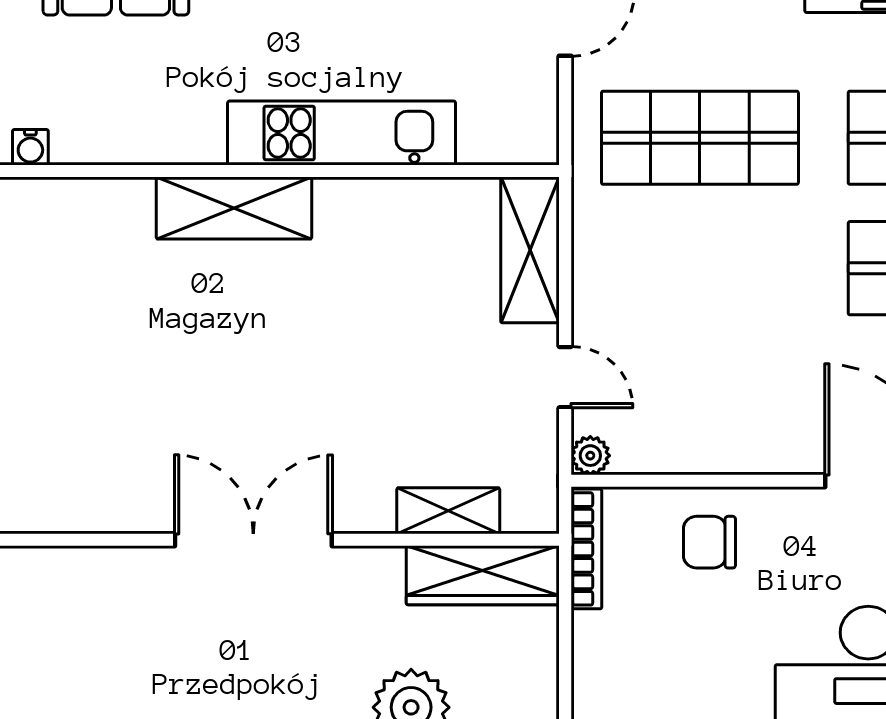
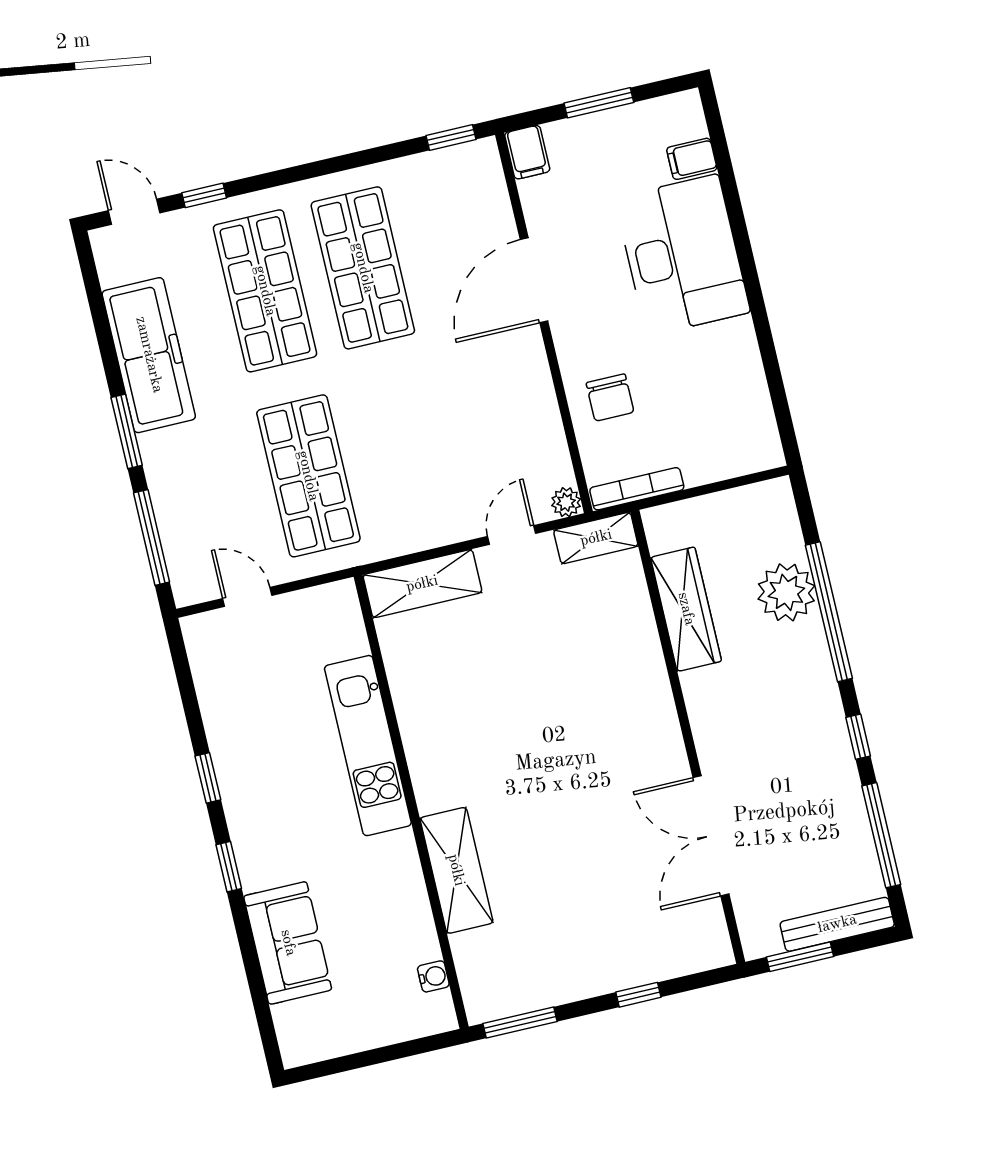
shelving: (234, 208) -> (456, 870), moved
shelving: (448, 511) -> (596, 538), moved, turned 90
double door: (253, 540) -> (711, 836), moved
wardrobe: (483, 575) -> (686, 609), moved

